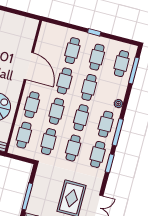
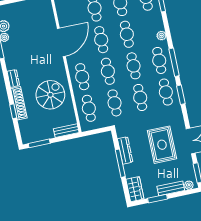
door: (29, 66) -> (61, 42), hinge flipped
dresser: (37, 187) -> (125, 150), added

